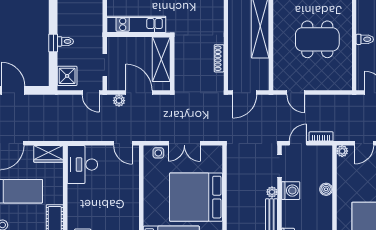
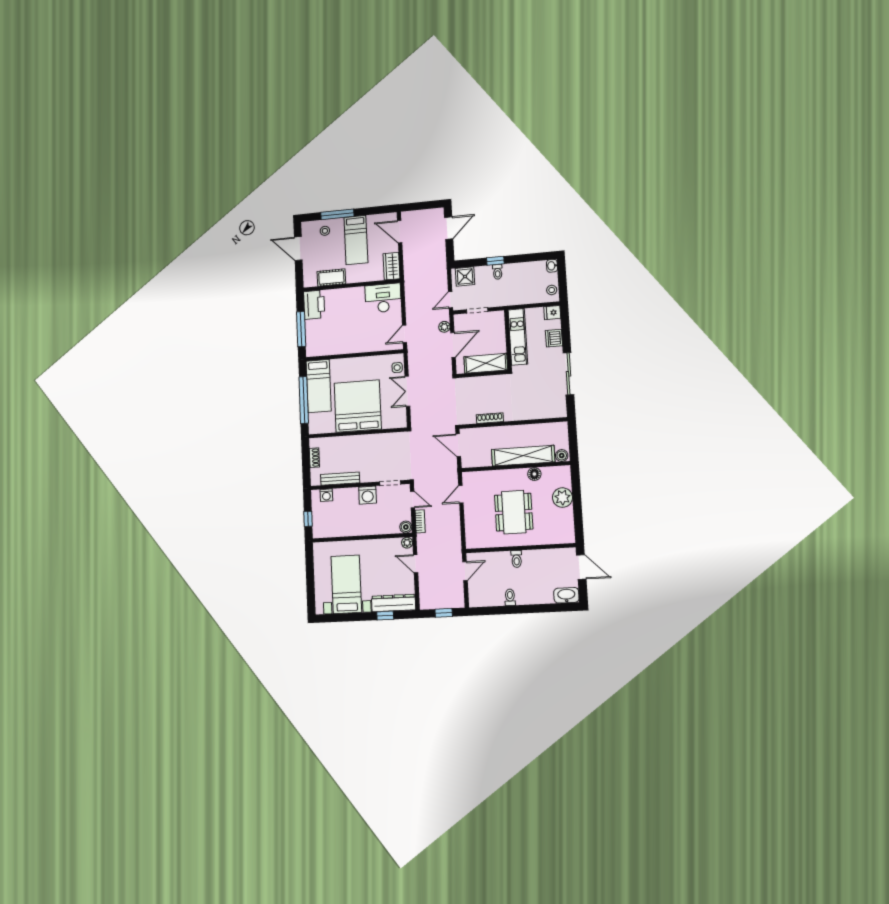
floor lamp: (280, 16) -> (534, 474), added
boiler: (326, 189) -> (406, 527), moved
plant: (272, 192) -> (365, 477), removed

